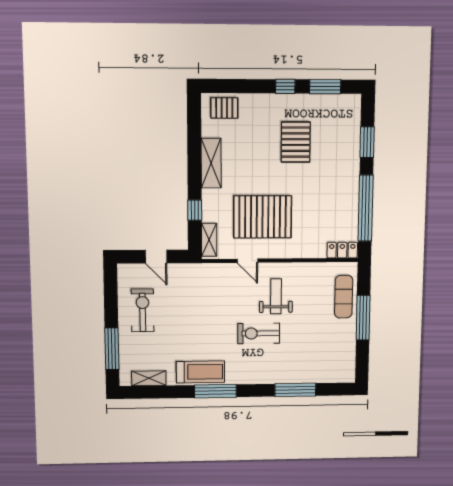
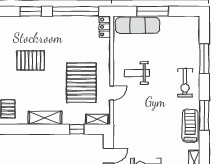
exercise mat: (344, 297) -> (137, 25), width x1.36, depth x1.45
exercise bike: (259, 333) -> (185, 83), moved

